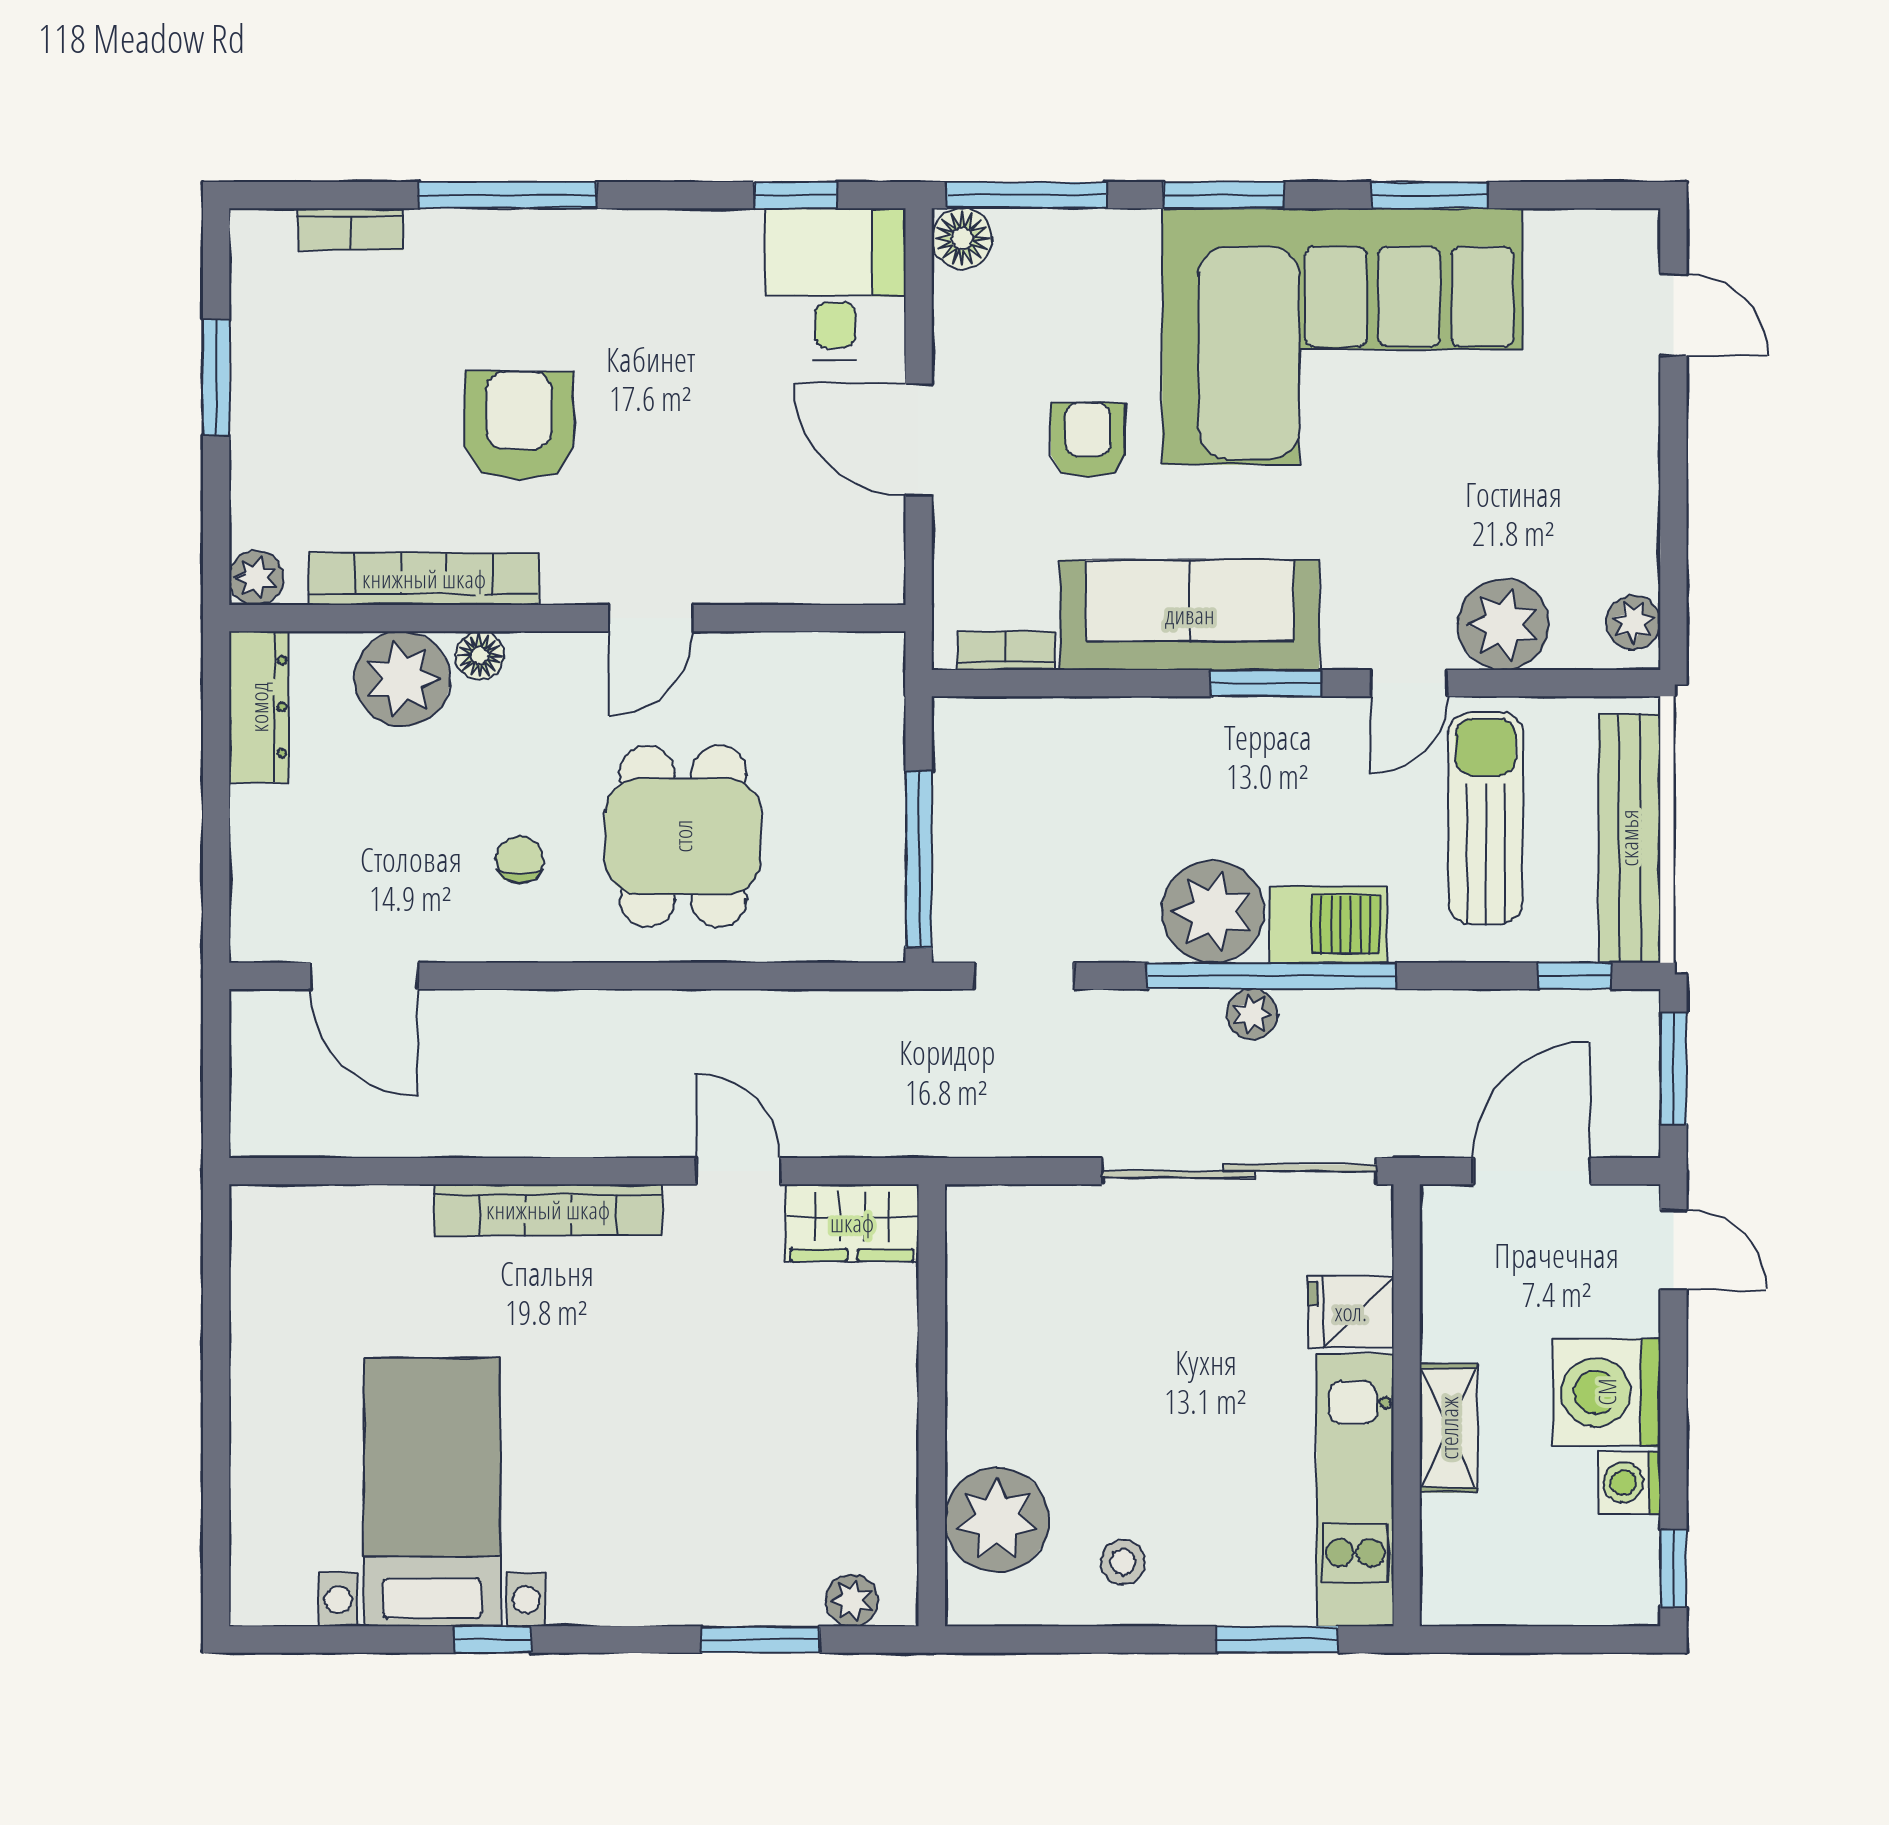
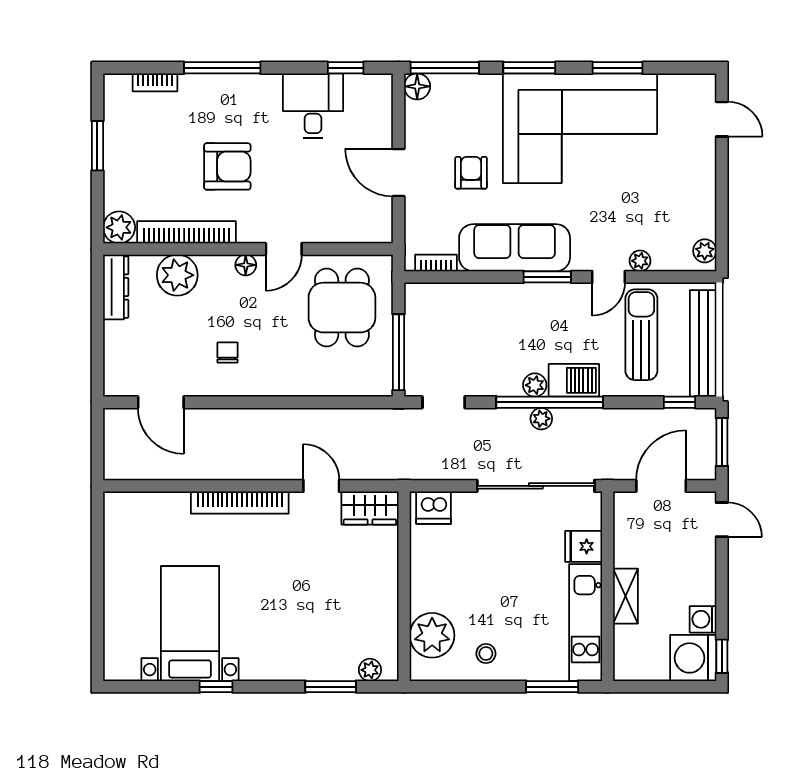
desk: (835, 284) -> (313, 106), moved
armchair: (519, 425) -> (227, 166), turned 90
plant: (256, 578) -> (119, 227), width x1.38, depth x1.38
plant: (1504, 624) -> (640, 261), width x0.53, depth x0.53
floor lamp: (480, 655) -> (246, 265), moved
dining table: (683, 836) -> (342, 308), moved
plant: (1213, 912) -> (535, 385), width x0.53, depth x0.53
dishwasher: (1001, 1222) -> (434, 508), added
washing machine: (1607, 1392) -> (693, 658), moved

